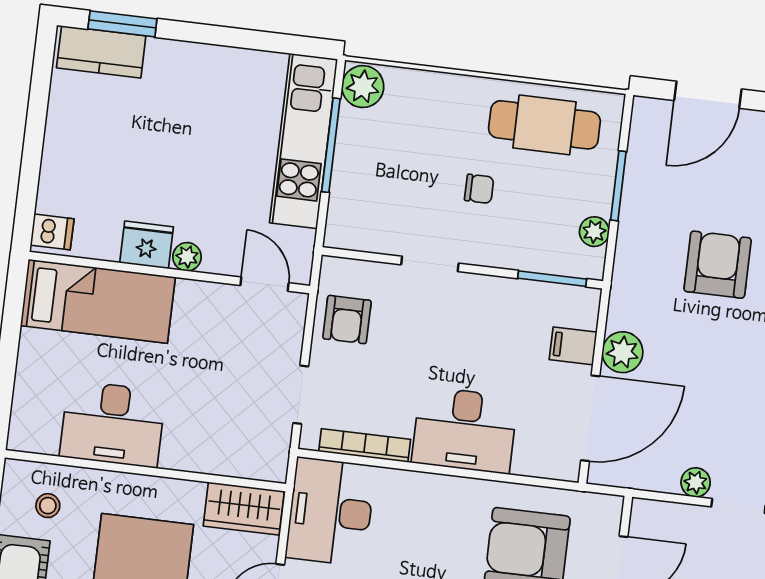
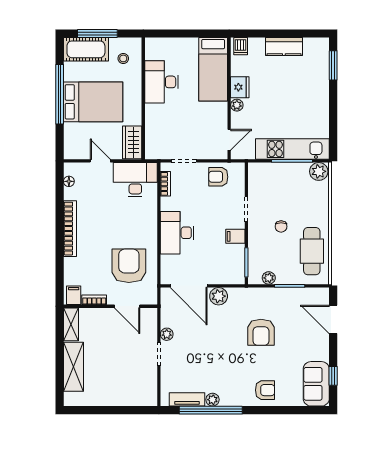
kitchen counter: (101, 52) -> (284, 47), moved, turned -90
armchair: (718, 265) -> (261, 332), turned 90
filing cabinet: (573, 346) -> (235, 236), moved, turned -90
bookcase: (365, 445) -> (165, 184), width x0.64

